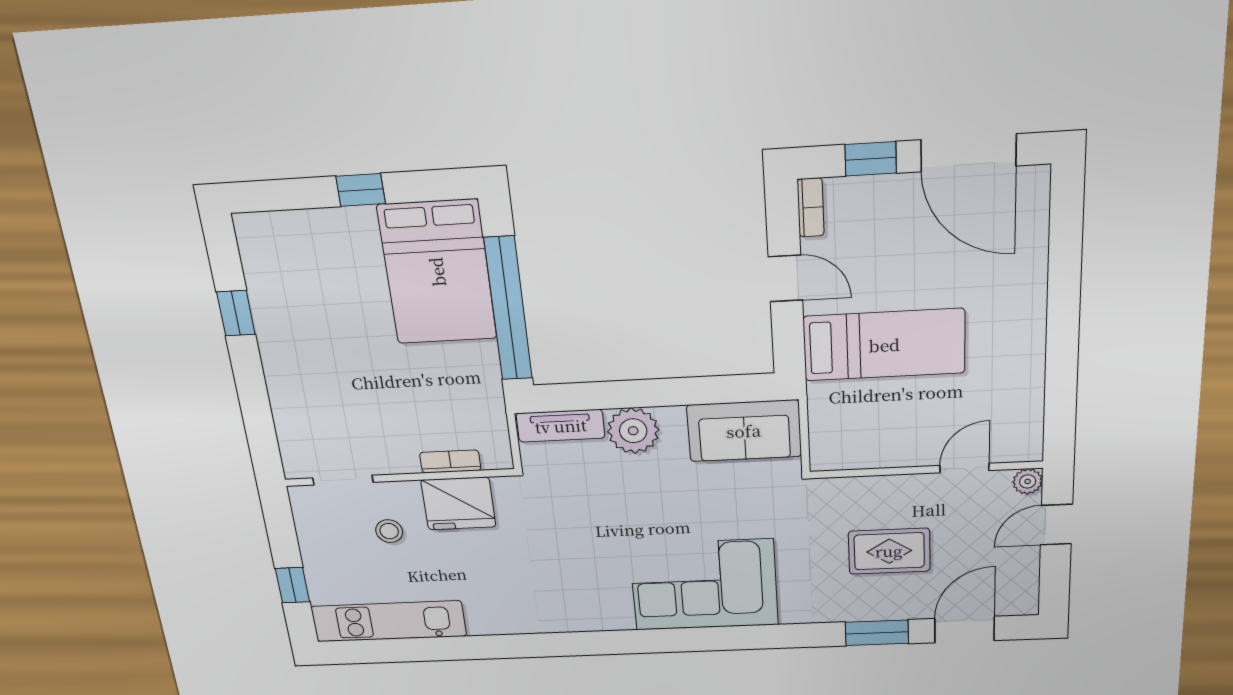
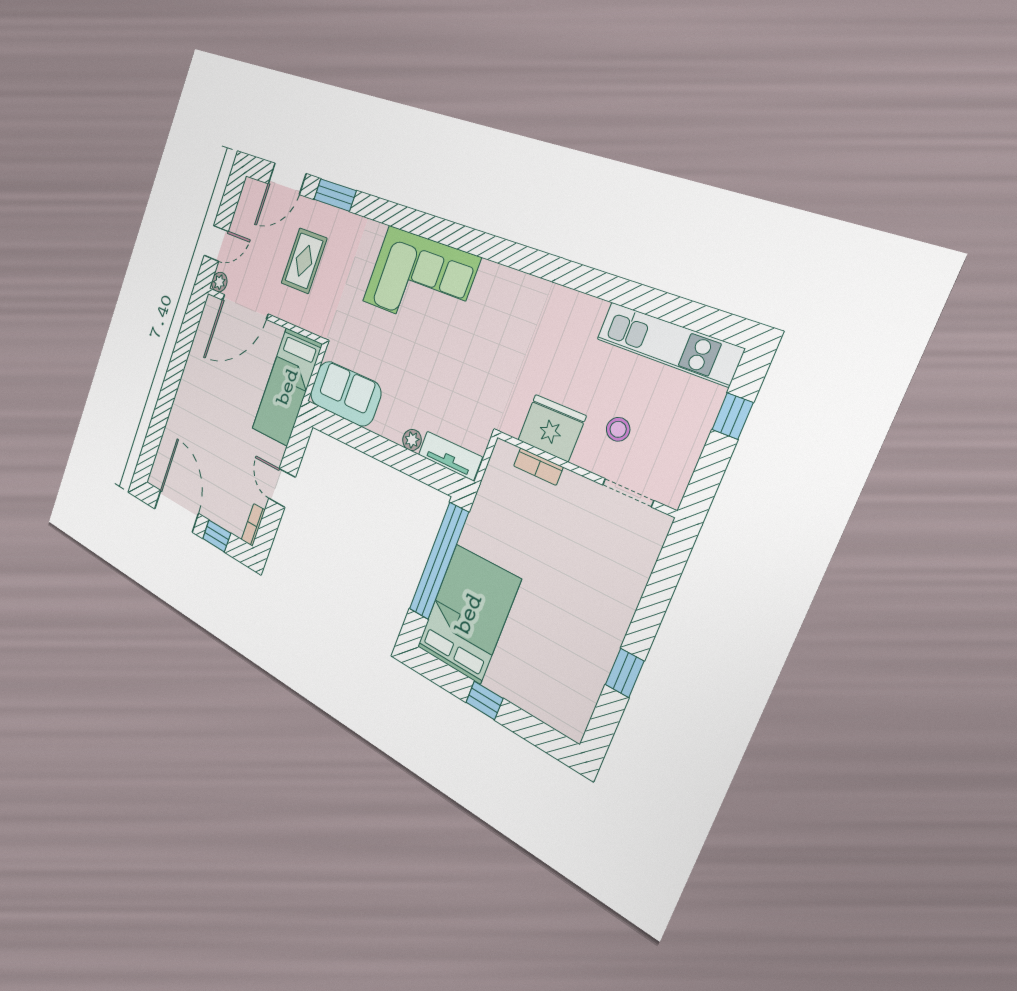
bed: (884, 345) -> (287, 387), moved, turned -90
plant: (633, 431) -> (412, 440), width x0.53, depth x0.53
door: (964, 468) -> (245, 307), width x1.88
rug: (889, 551) -> (304, 261), turned 90

